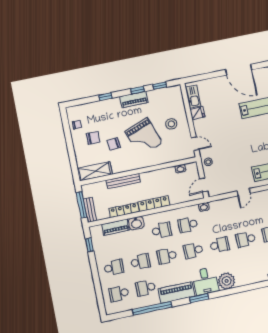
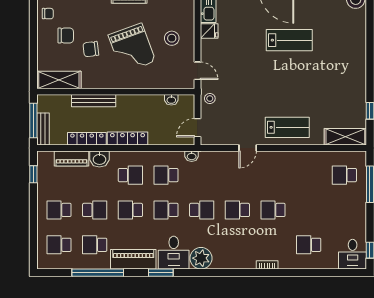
school desk: (114, 267) -> (59, 210), turned 180

